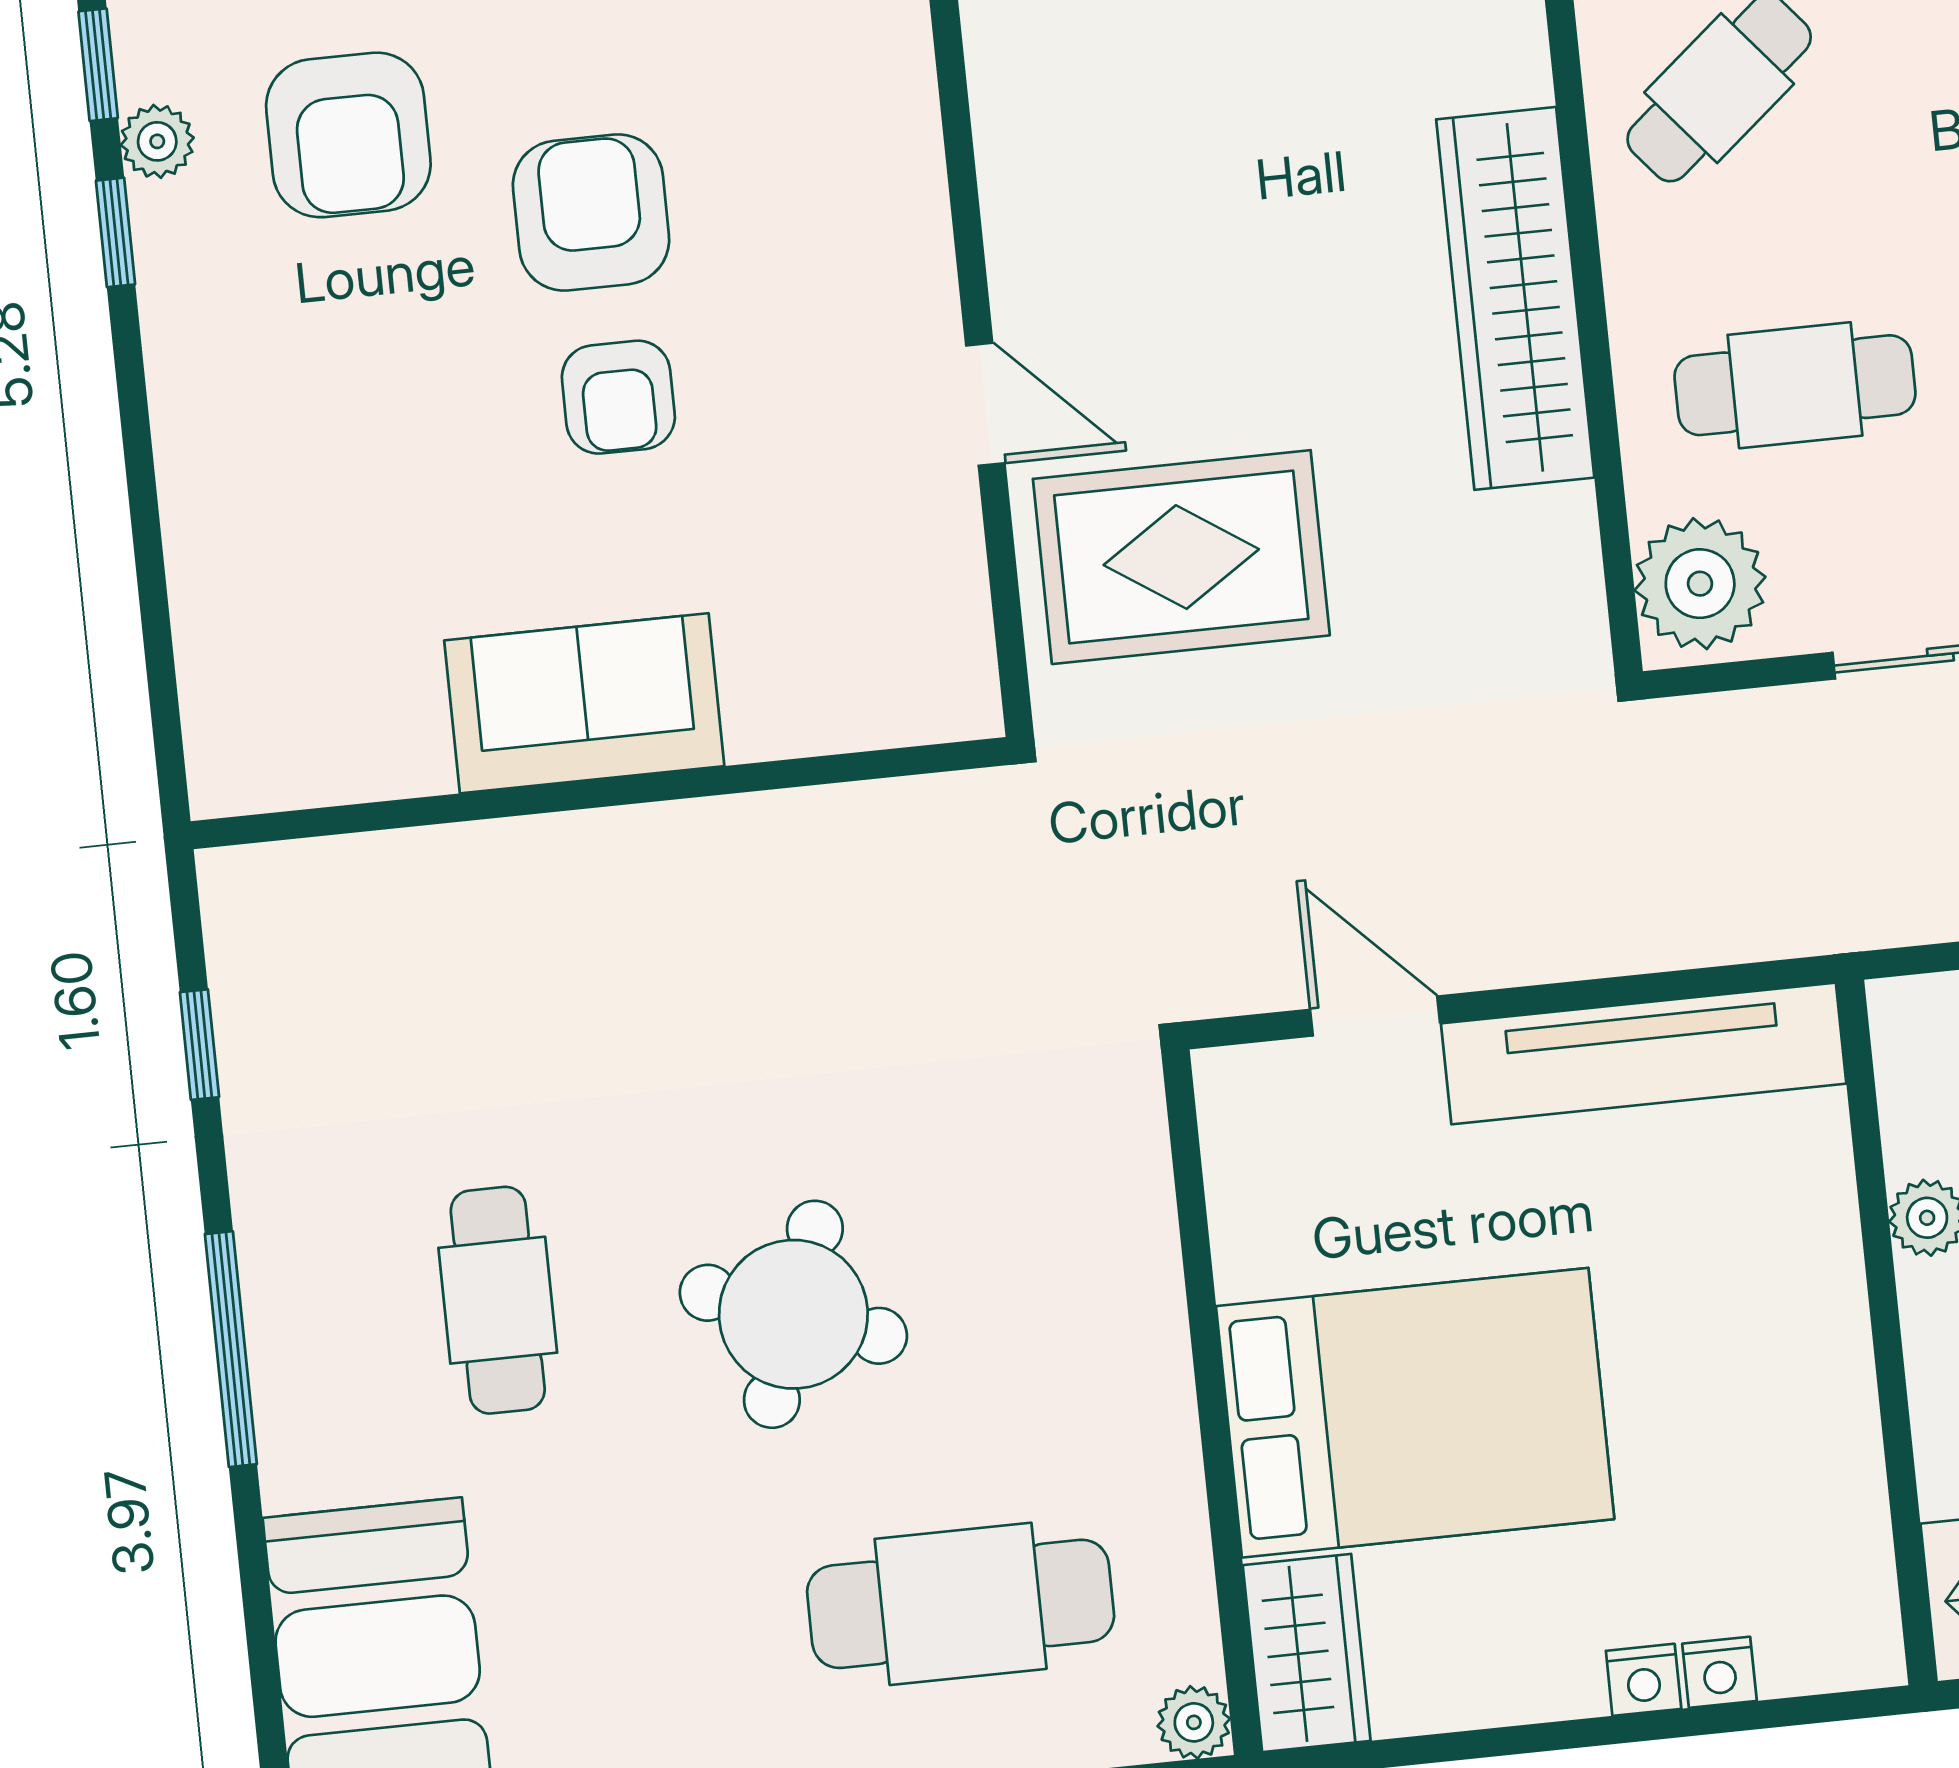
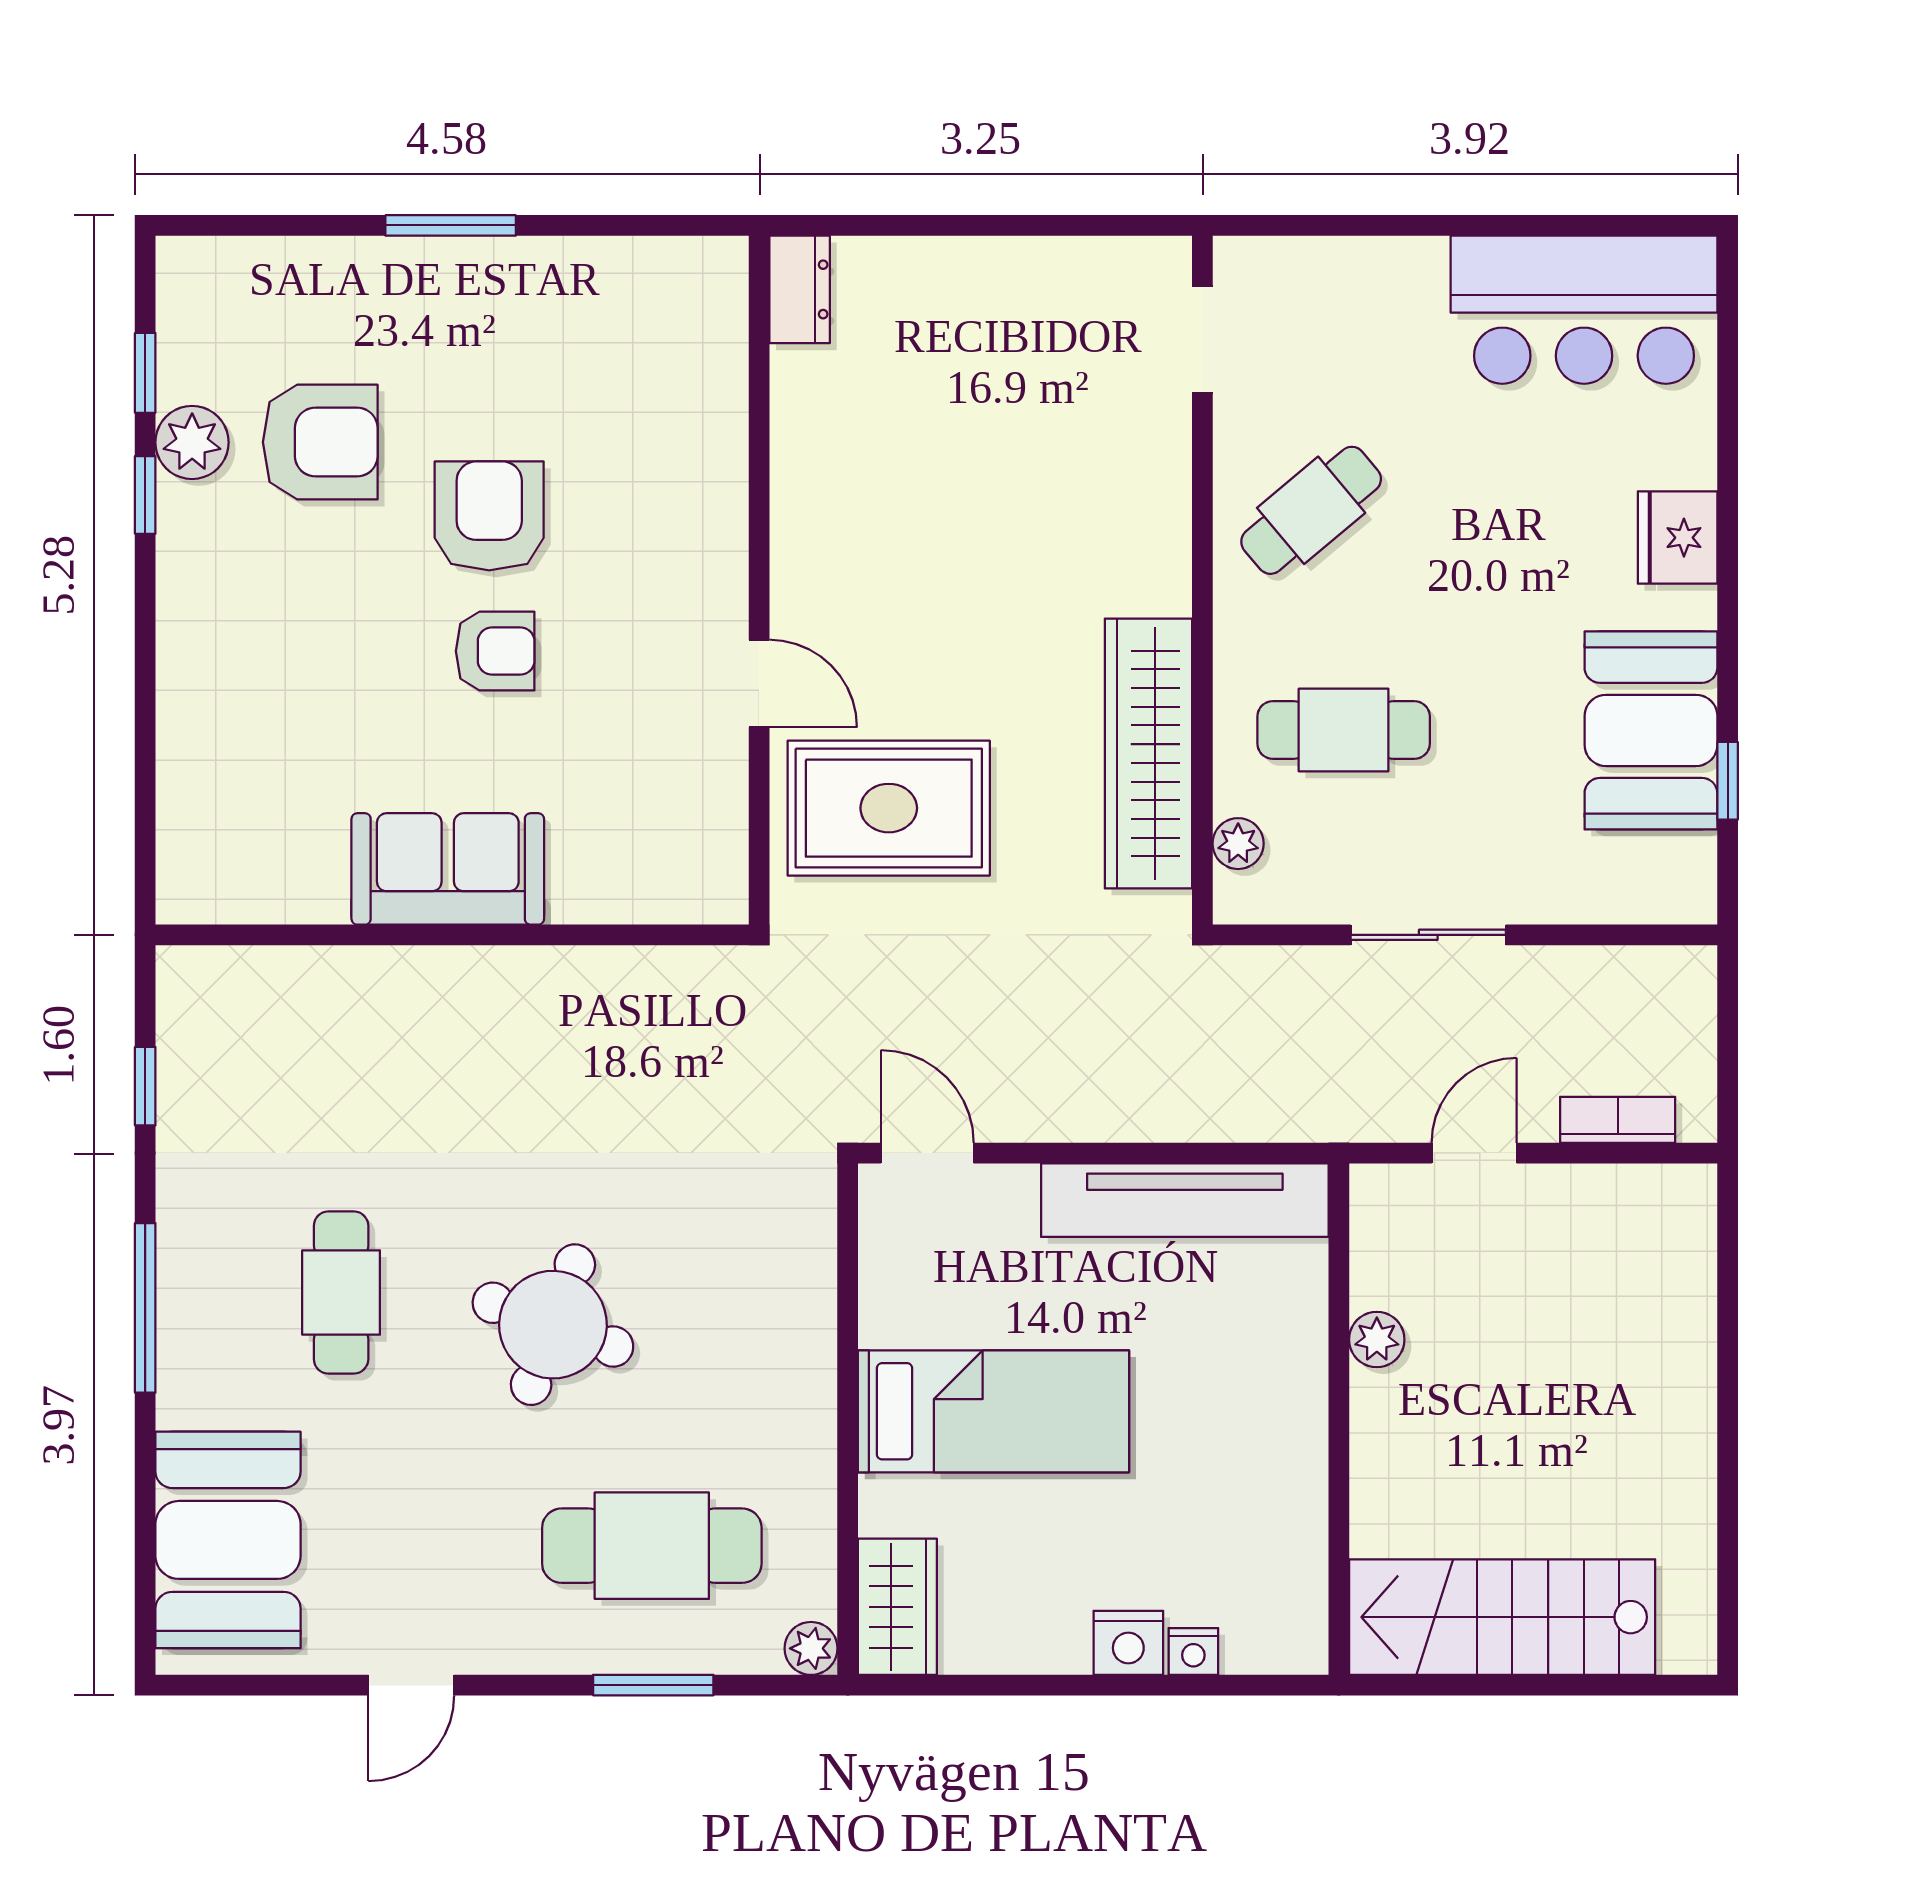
armchair: (348, 135) -> (320, 442), turned -90
plant: (157, 141) -> (192, 442), width x1.38, depth x1.38
wardrobe: (1515, 298) -> (1148, 753), moved
armchair: (618, 397) -> (495, 651), turned -90
plant: (1700, 584) -> (1238, 844), width x0.53, depth x0.53
door: (1375, 1016) -> (927, 1153), moved
bed: (1415, 1413) -> (993, 1411), width x0.67
nightstand: (1644, 1680) -> (1128, 1643), width x1.39, depth x1.35

